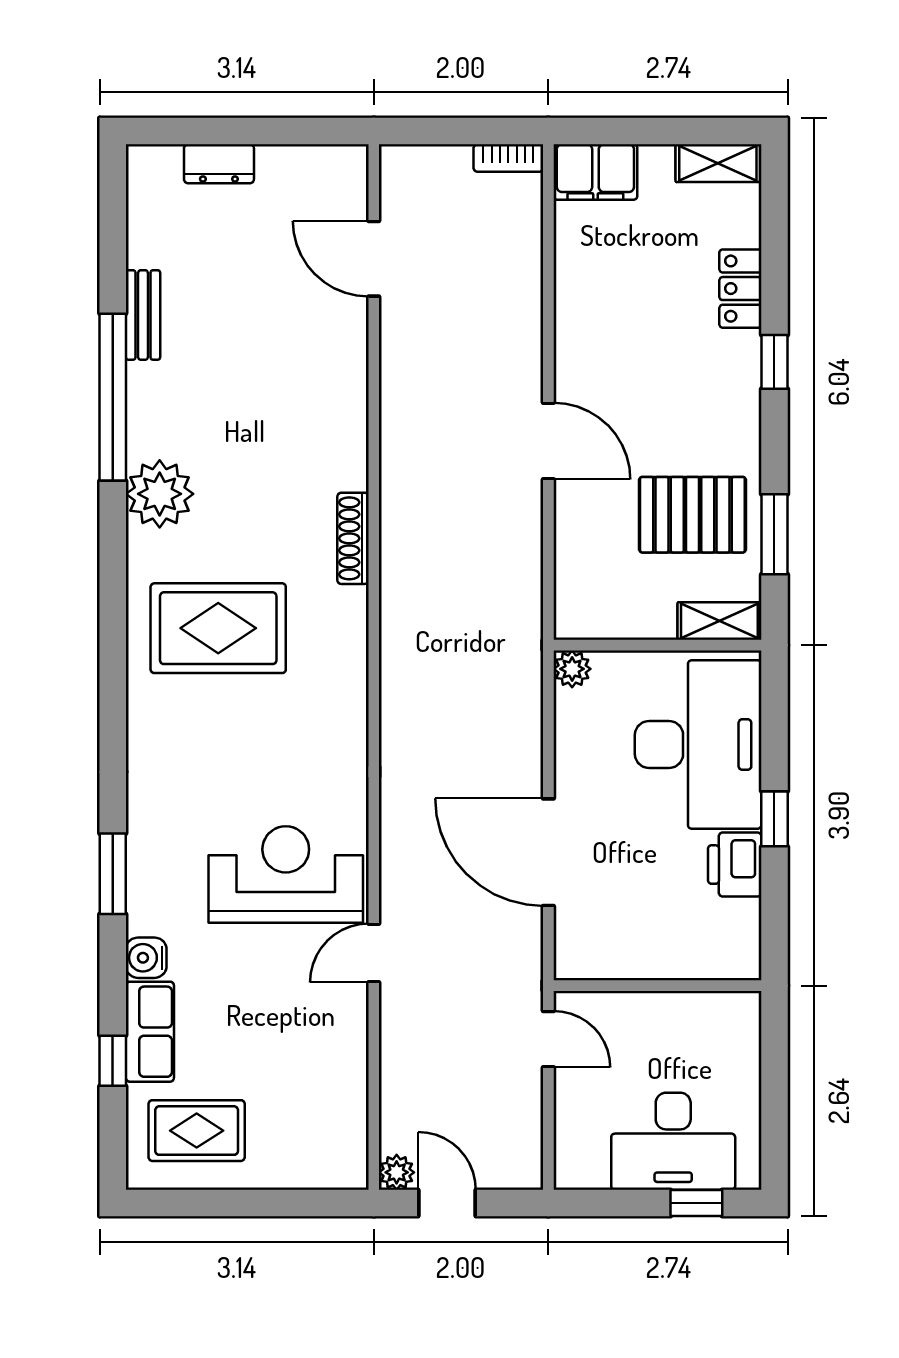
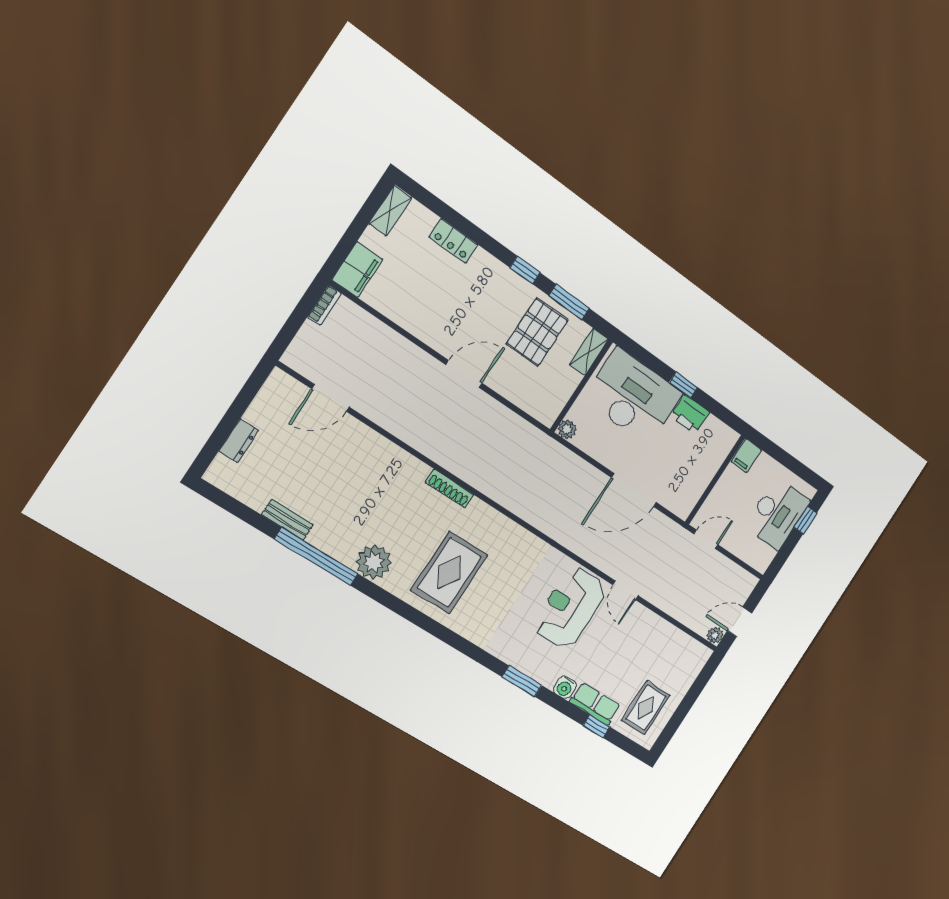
window: (774, 362) -> (525, 270), moved
filing cabinet: (734, 1014) -> (746, 456), added

